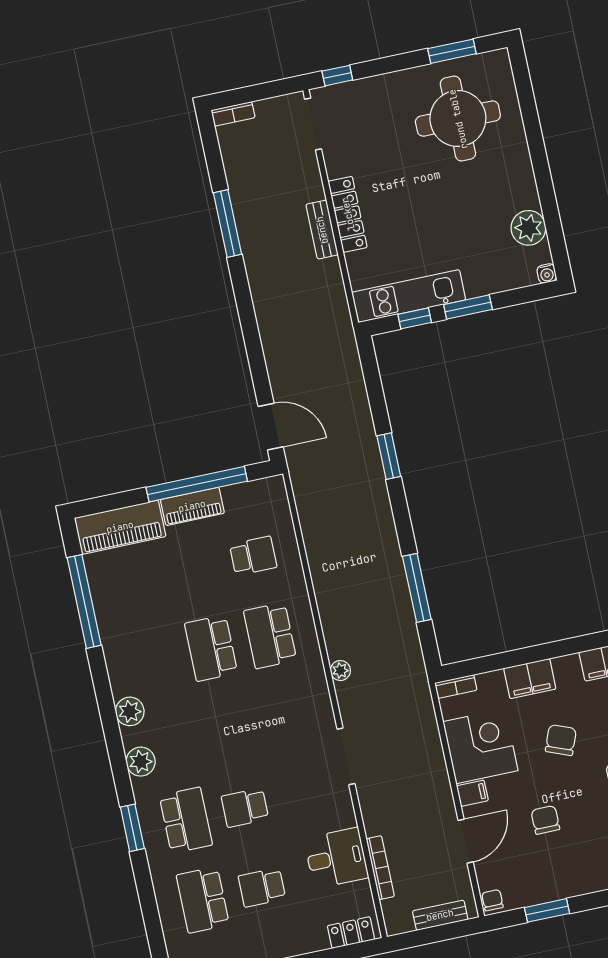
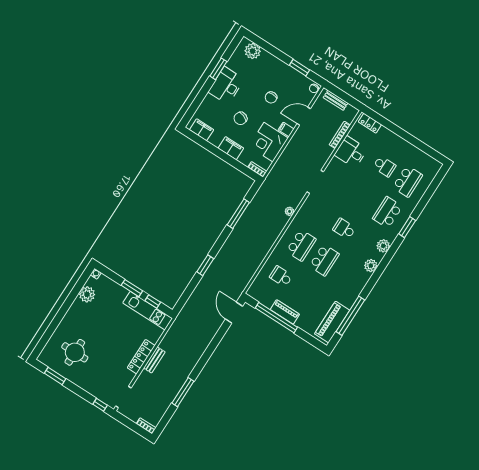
round table: (458, 119) -> (75, 352), width x0.73, depth x0.73
piano: (120, 527) -> (332, 322), moved, turned -90
school desk: (245, 808) -> (344, 229), moved, turned 180

